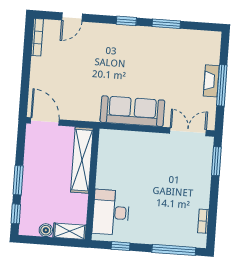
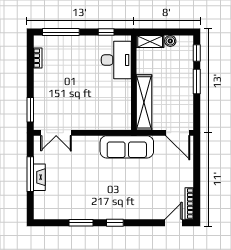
door: (72, 17) -> (173, 223), moved
sofa: (132, 111) -> (127, 147), moved

